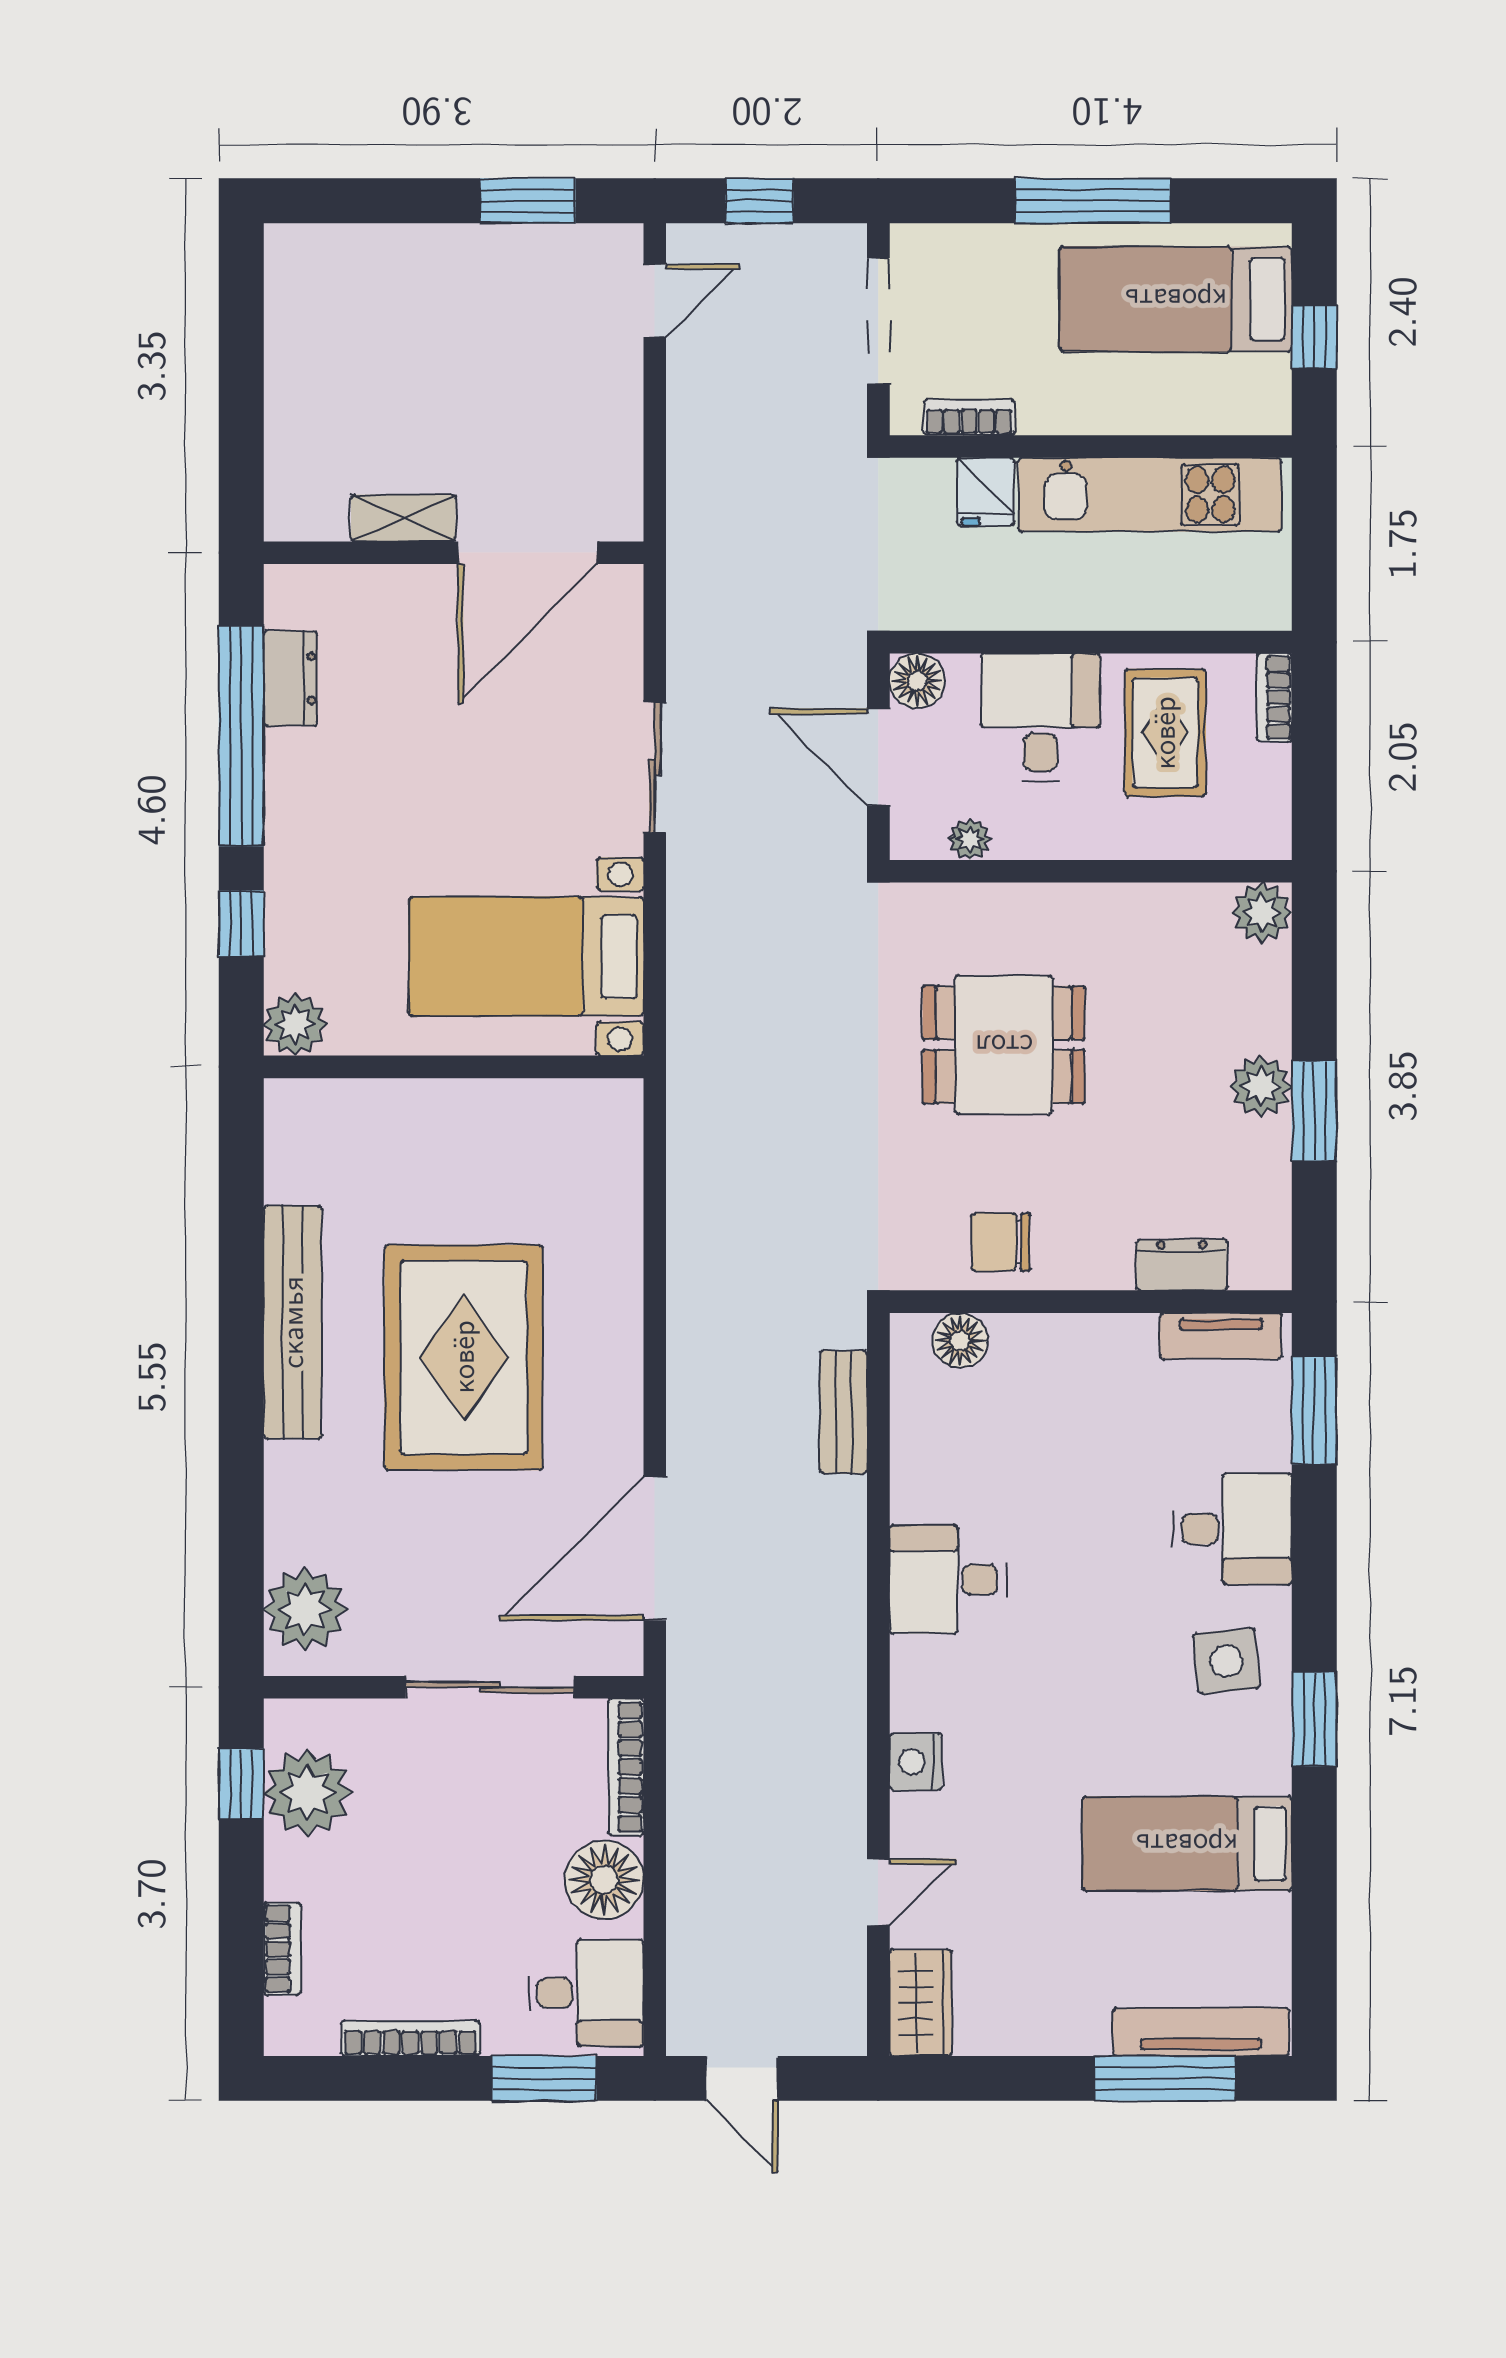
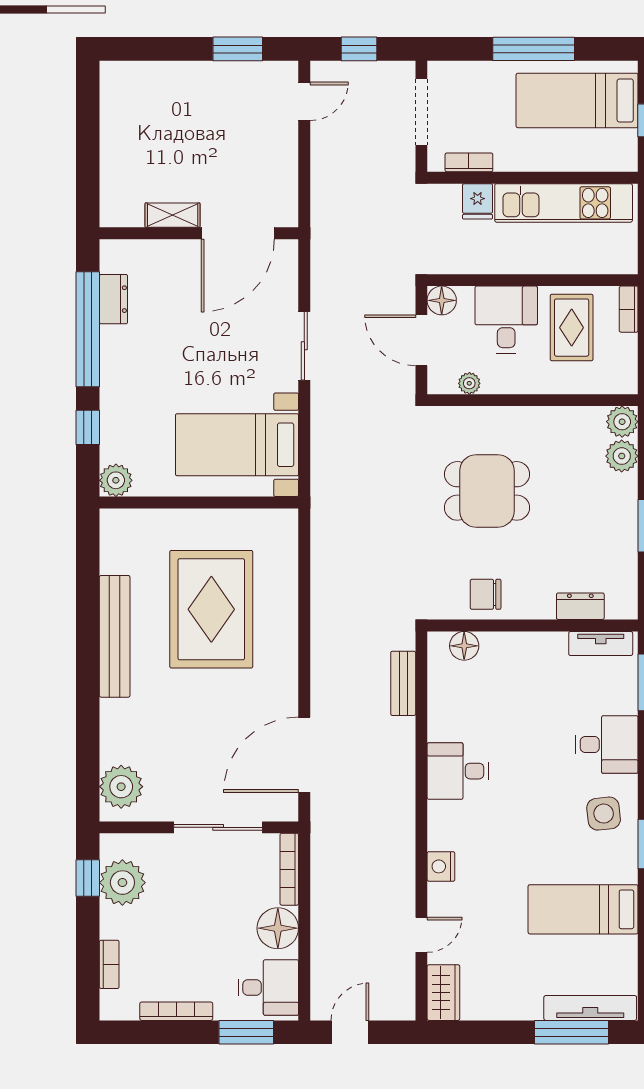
plant: (1261, 1086) -> (622, 456), moved
rug: (464, 1357) -> (211, 609), moved
door: (742, 2078) -> (350, 1032), swing flipped

